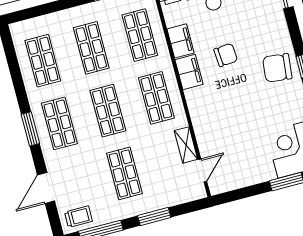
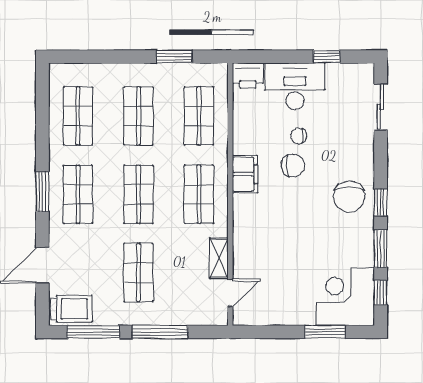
chair: (224, 30) -> (299, 136), added
filing cabinet: (180, 41) -> (245, 135), removed
chair: (277, 68) -> (349, 197), turned -96
trolley: (78, 217) -> (71, 309), width x1.36, depth x1.39
window: (154, 217) -> (160, 332), width x1.44

